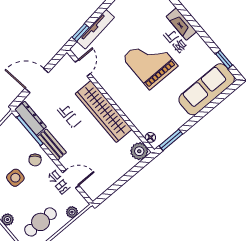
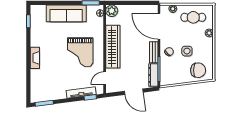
grand piano: (150, 62) -> (80, 52), moved
sofa: (207, 89) -> (66, 13), moved
door: (71, 179) -> (159, 26), width x1.87

